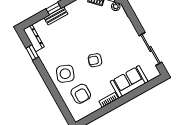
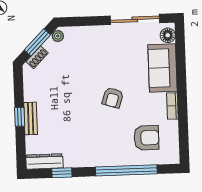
side table: (65, 74) -> (111, 145), removed
floor lamp: (151, 74) -> (168, 35), added
window: (54, 92) -> (126, 170), added

